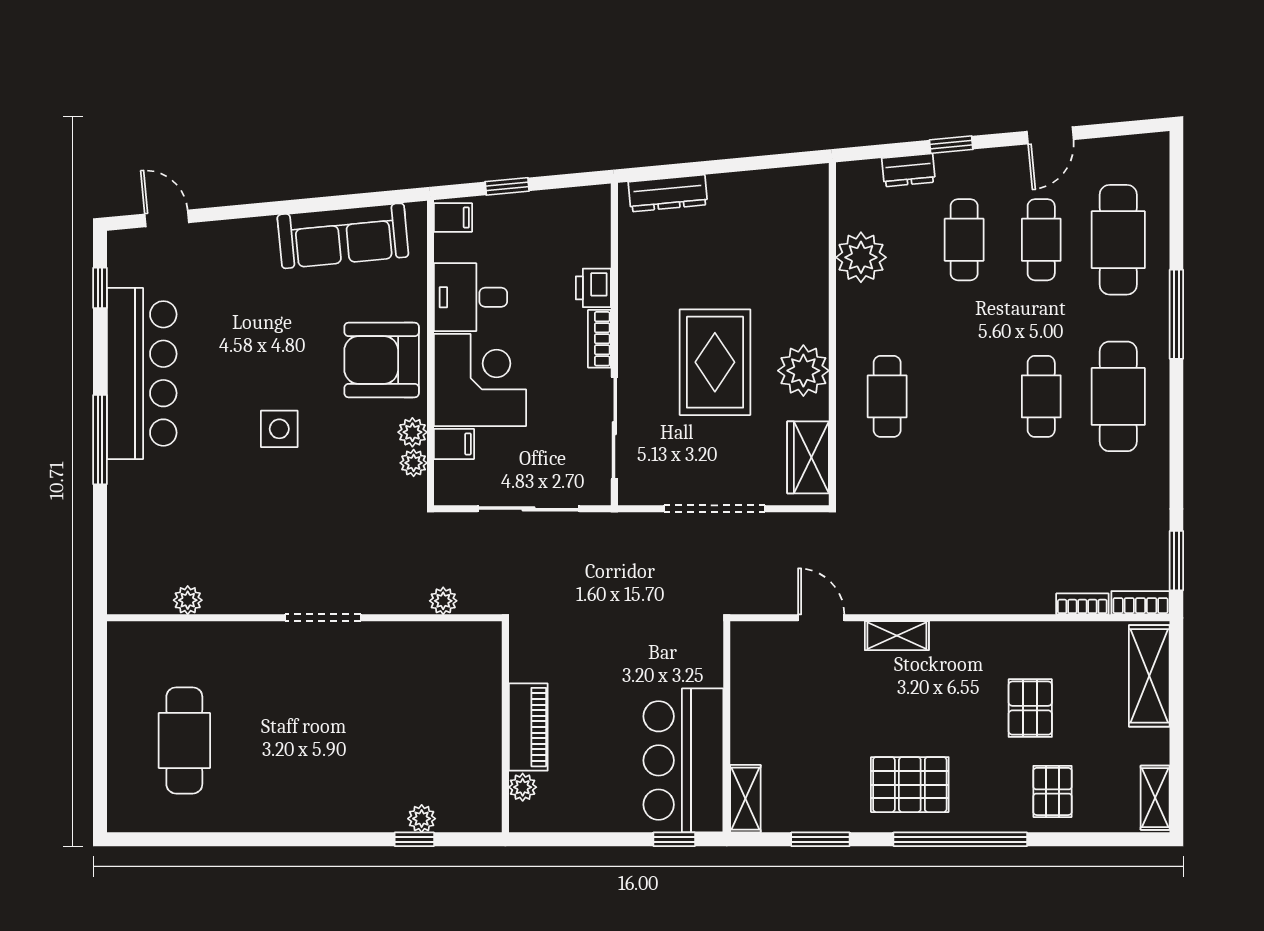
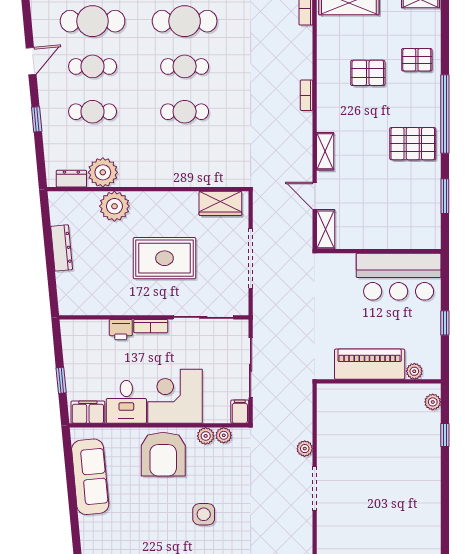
door: (1050, 135) -> (31, 61), hinge flipped
dresser: (908, 170) -> (71, 179), moved, turned -85
dresser: (668, 193) -> (62, 248), moved
filing cabinet: (453, 218) -> (88, 412), width x2.00
plant: (803, 371) -> (114, 206), moved
cafe table: (887, 396) -> (185, 112), moved
filing cabinet: (454, 444) -> (240, 412), moved
plant: (443, 601) -> (305, 449), moved
bookcase: (1082, 604) -> (307, 95), moved
door: (821, 618) -> (315, 196), hinge flipped
piano: (528, 727) -> (370, 364), width x1.37, depth x1.33
pallet: (910, 785) -> (413, 144), turned 90
shelving: (745, 799) -> (326, 229), moved, turned 90
plant: (422, 819) -> (433, 402), moved
window: (674, 839) -> (445, 323), moved

